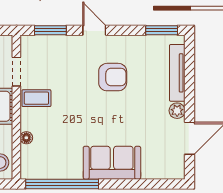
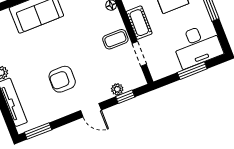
window: (50, 30) -> (125, 97), width x0.67
plant: (56, 42) -> (117, 89), added

